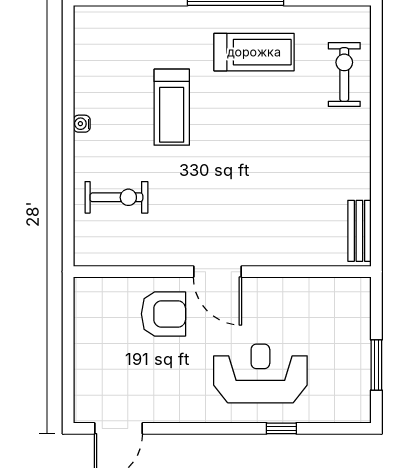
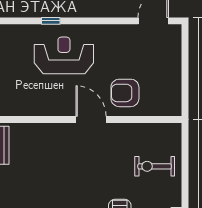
reception desk: (260, 373) -> (64, 55), turned 180

